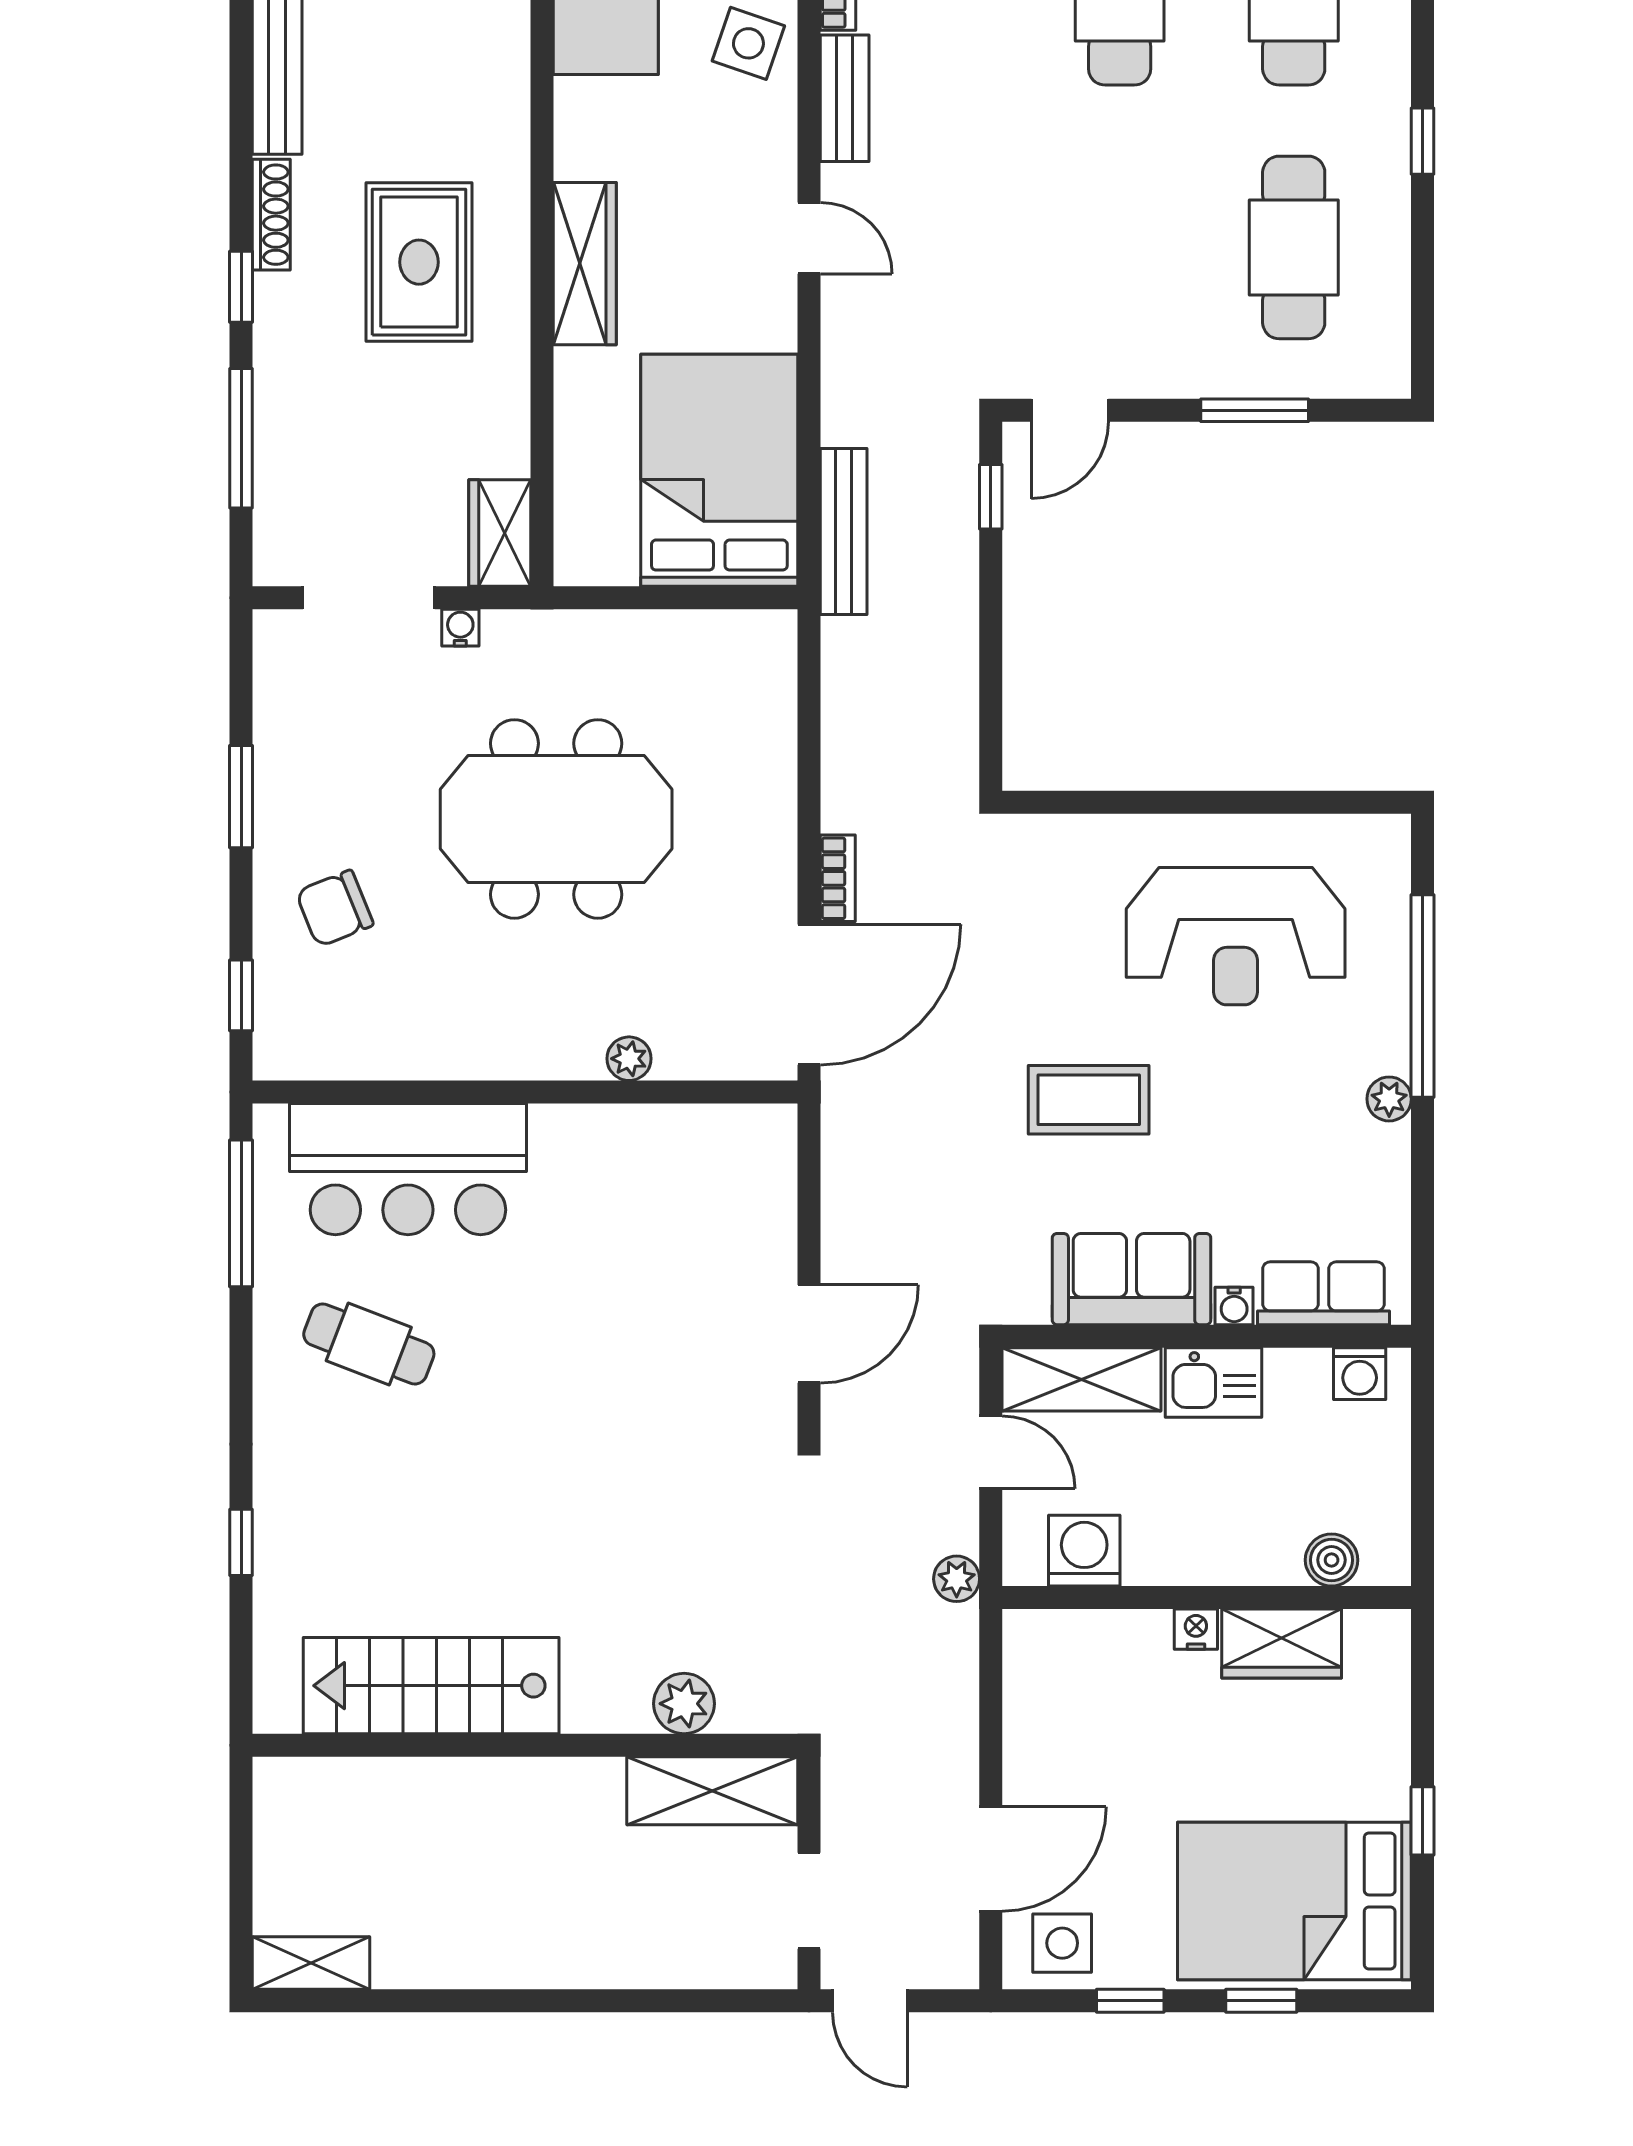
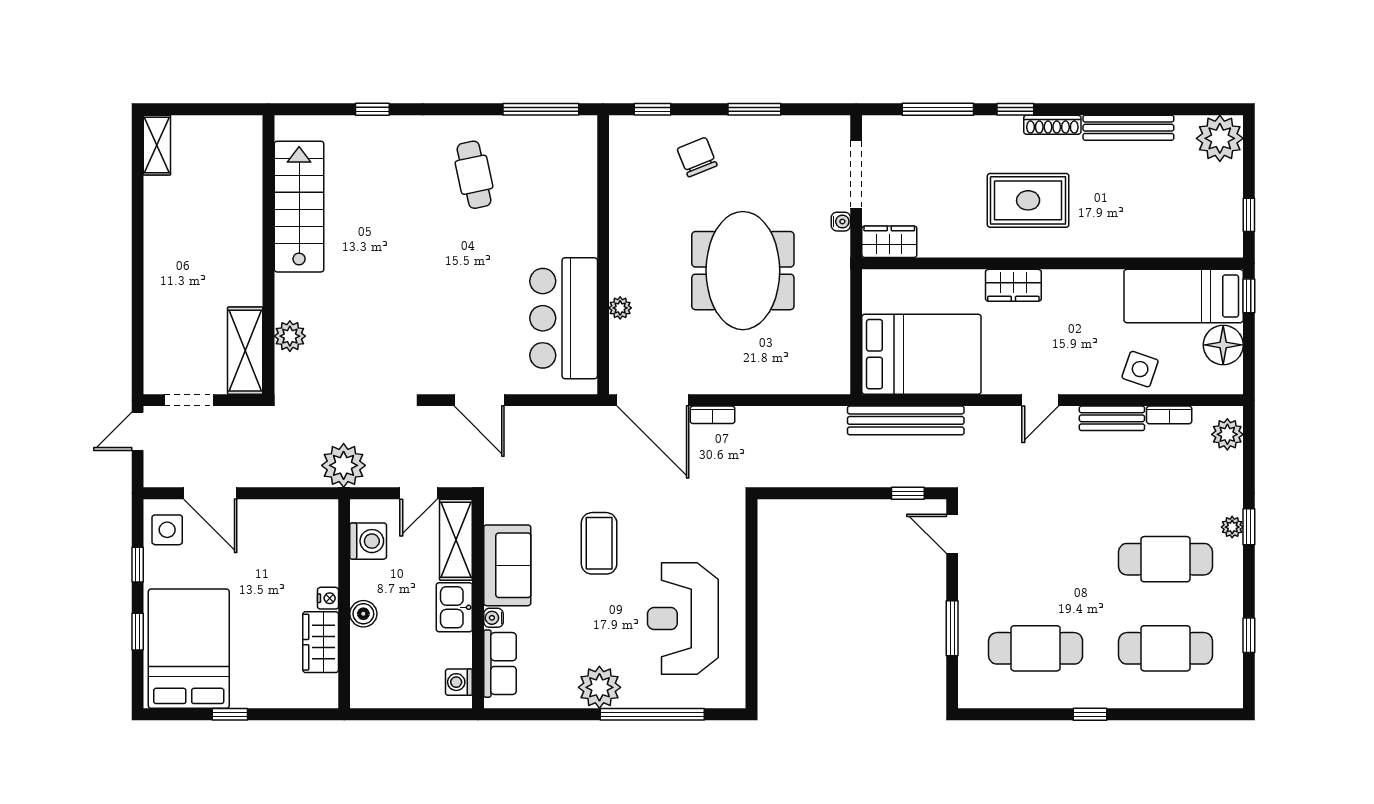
wardrobe: (585, 264) -> (1013, 285), width x0.67
bench: (844, 531) -> (906, 420), width x1.37, depth x1.21
plant: (1389, 1099) -> (599, 687), width x1.87, depth x1.87
bar counter: (408, 1169) -> (564, 318), moved
cafe table: (369, 1344) -> (474, 175), turned -33
boiler: (1332, 1560) -> (363, 614), moved
plant: (957, 1579) -> (344, 465), width x1.88, depth x1.88

